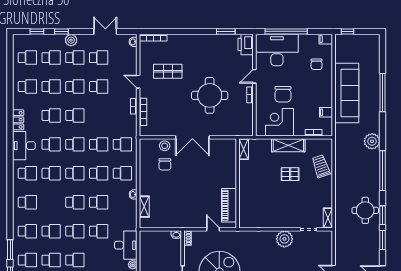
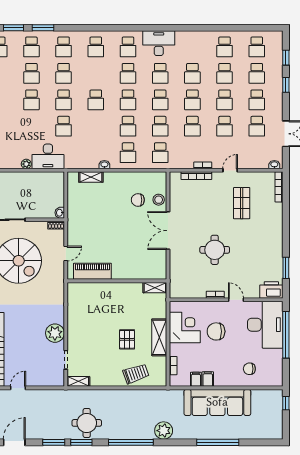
filing cabinet: (326, 39) -> (208, 379), moved
plant: (71, 40) -> (276, 96), removed
round table: (210, 95) -> (215, 250), width x0.73, depth x0.73
locker: (18, 120) -> (188, 37), removed
school desk: (99, 202) -> (192, 126), moved

